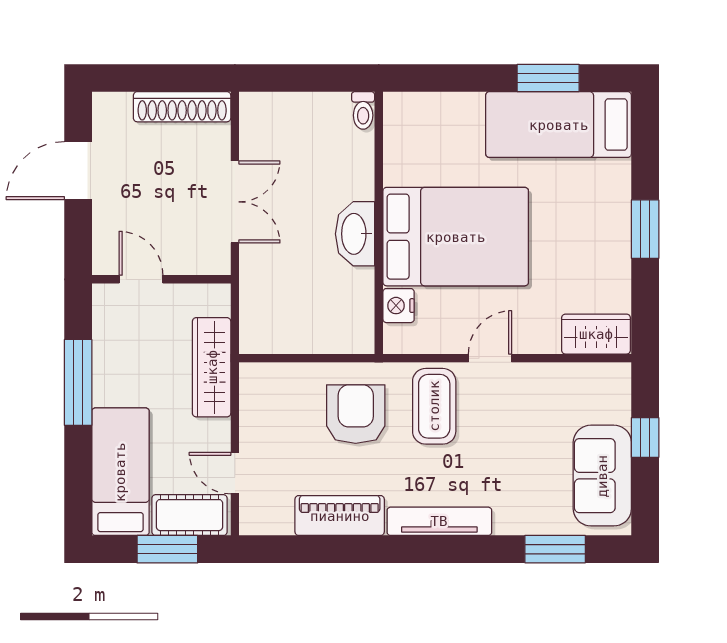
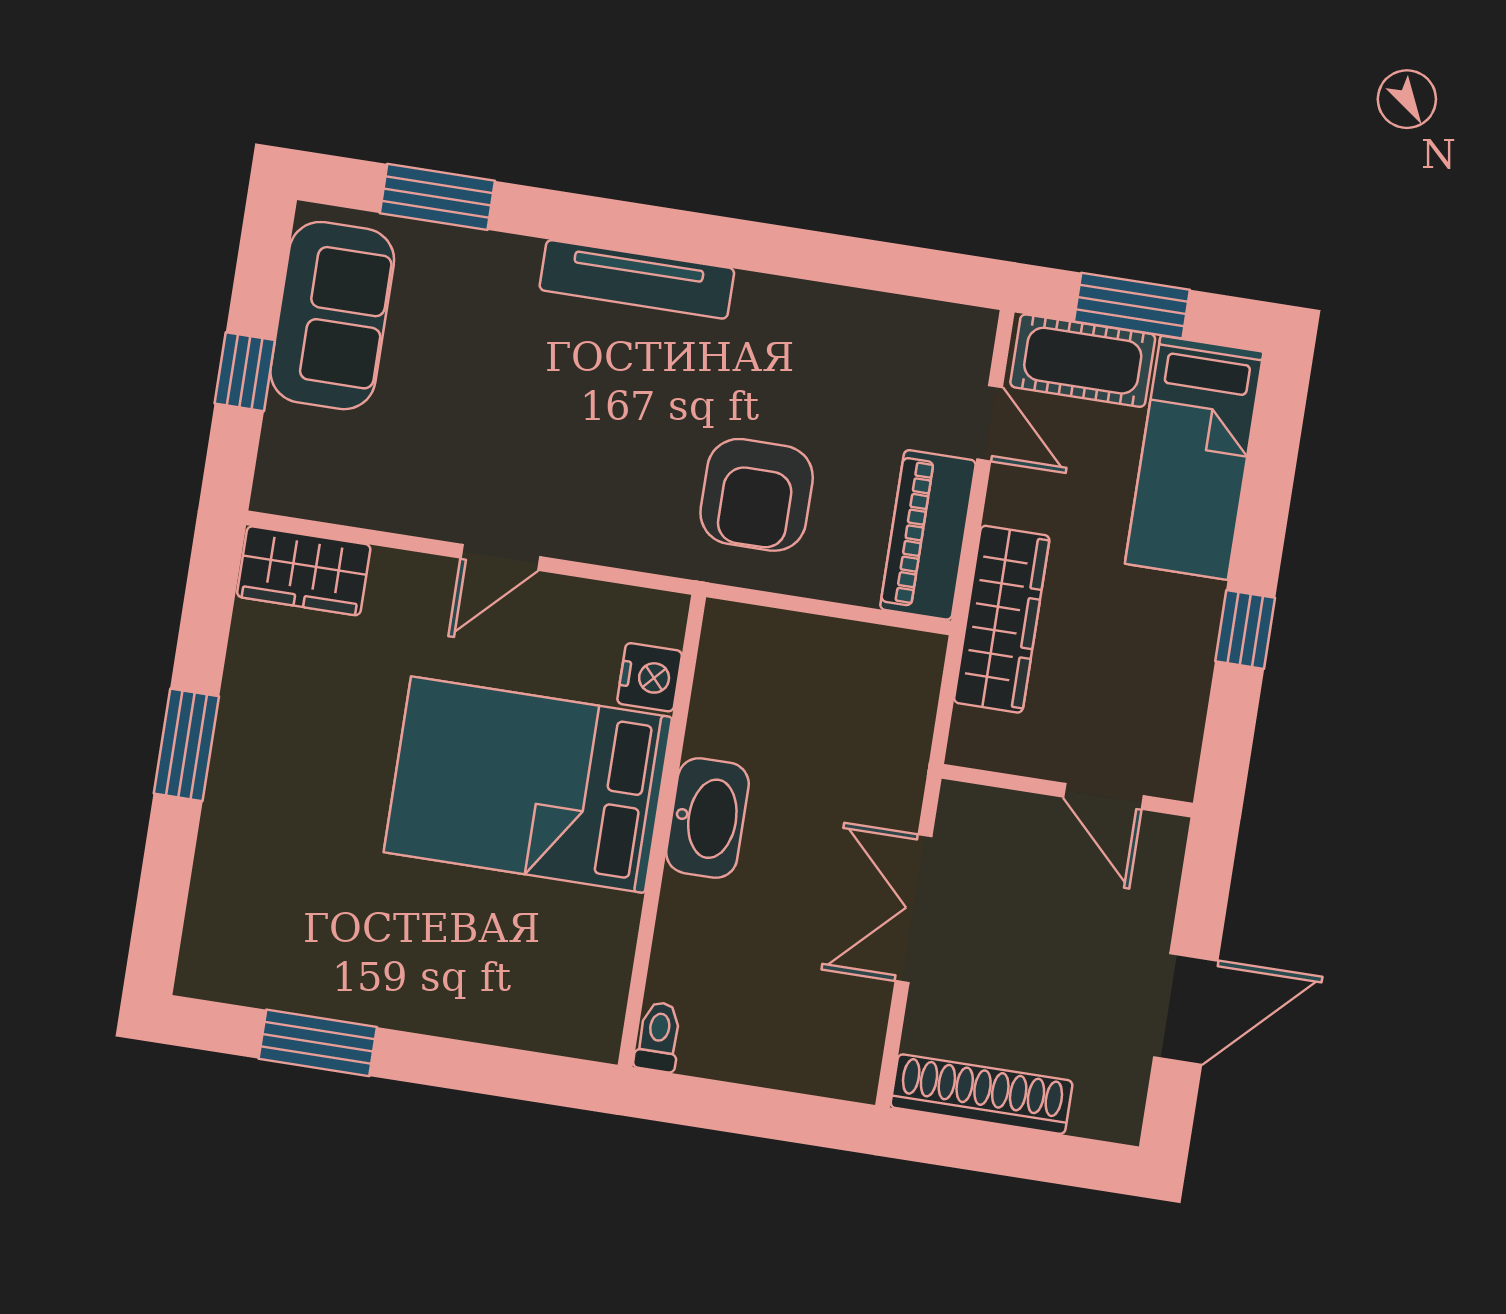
bed: (559, 125) -> (312, 957), removed
window: (78, 382) -> (1245, 630), width x0.46
coffee table: (434, 406) -> (614, 487), removed
piano: (340, 516) -> (928, 535), moved, turned 90

